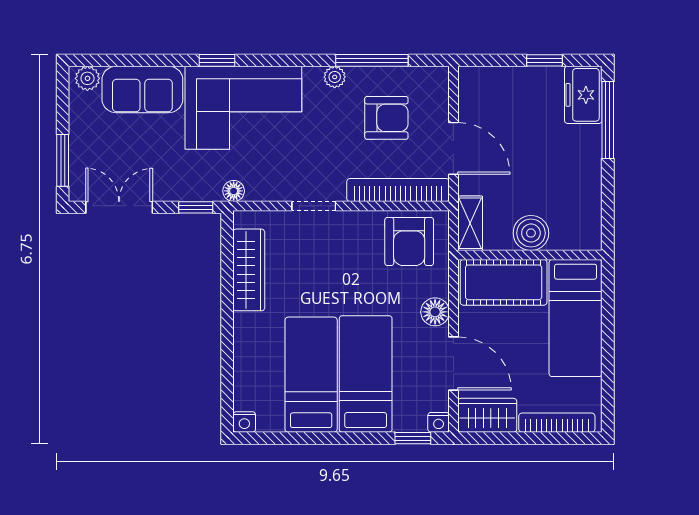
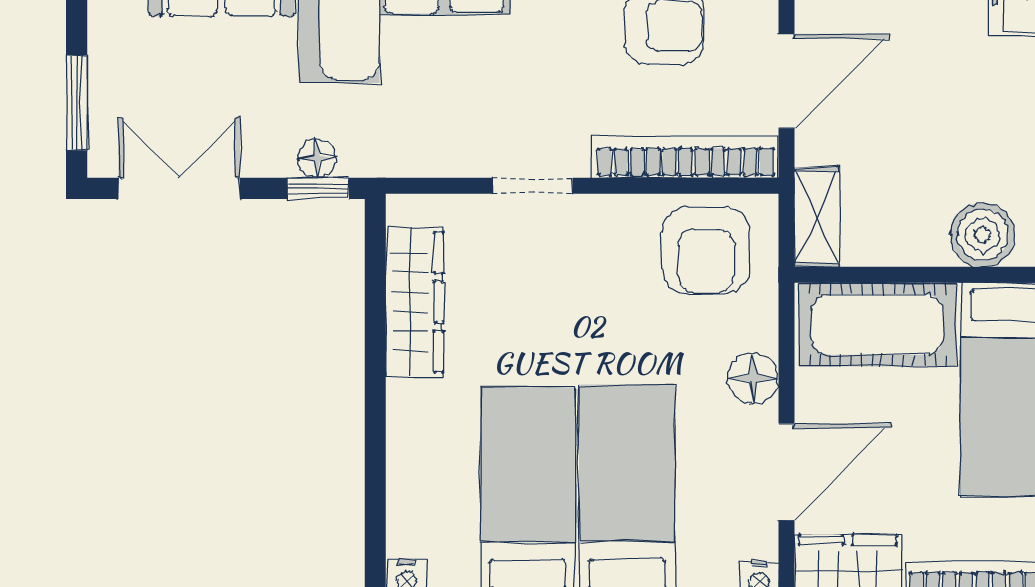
door: (453, 148) -> (786, 81), hinge flipped
floor lamp: (234, 191) -> (317, 159), moved
boiler: (531, 233) -> (983, 235), moved
door: (453, 364) -> (786, 472), hinge flipped

